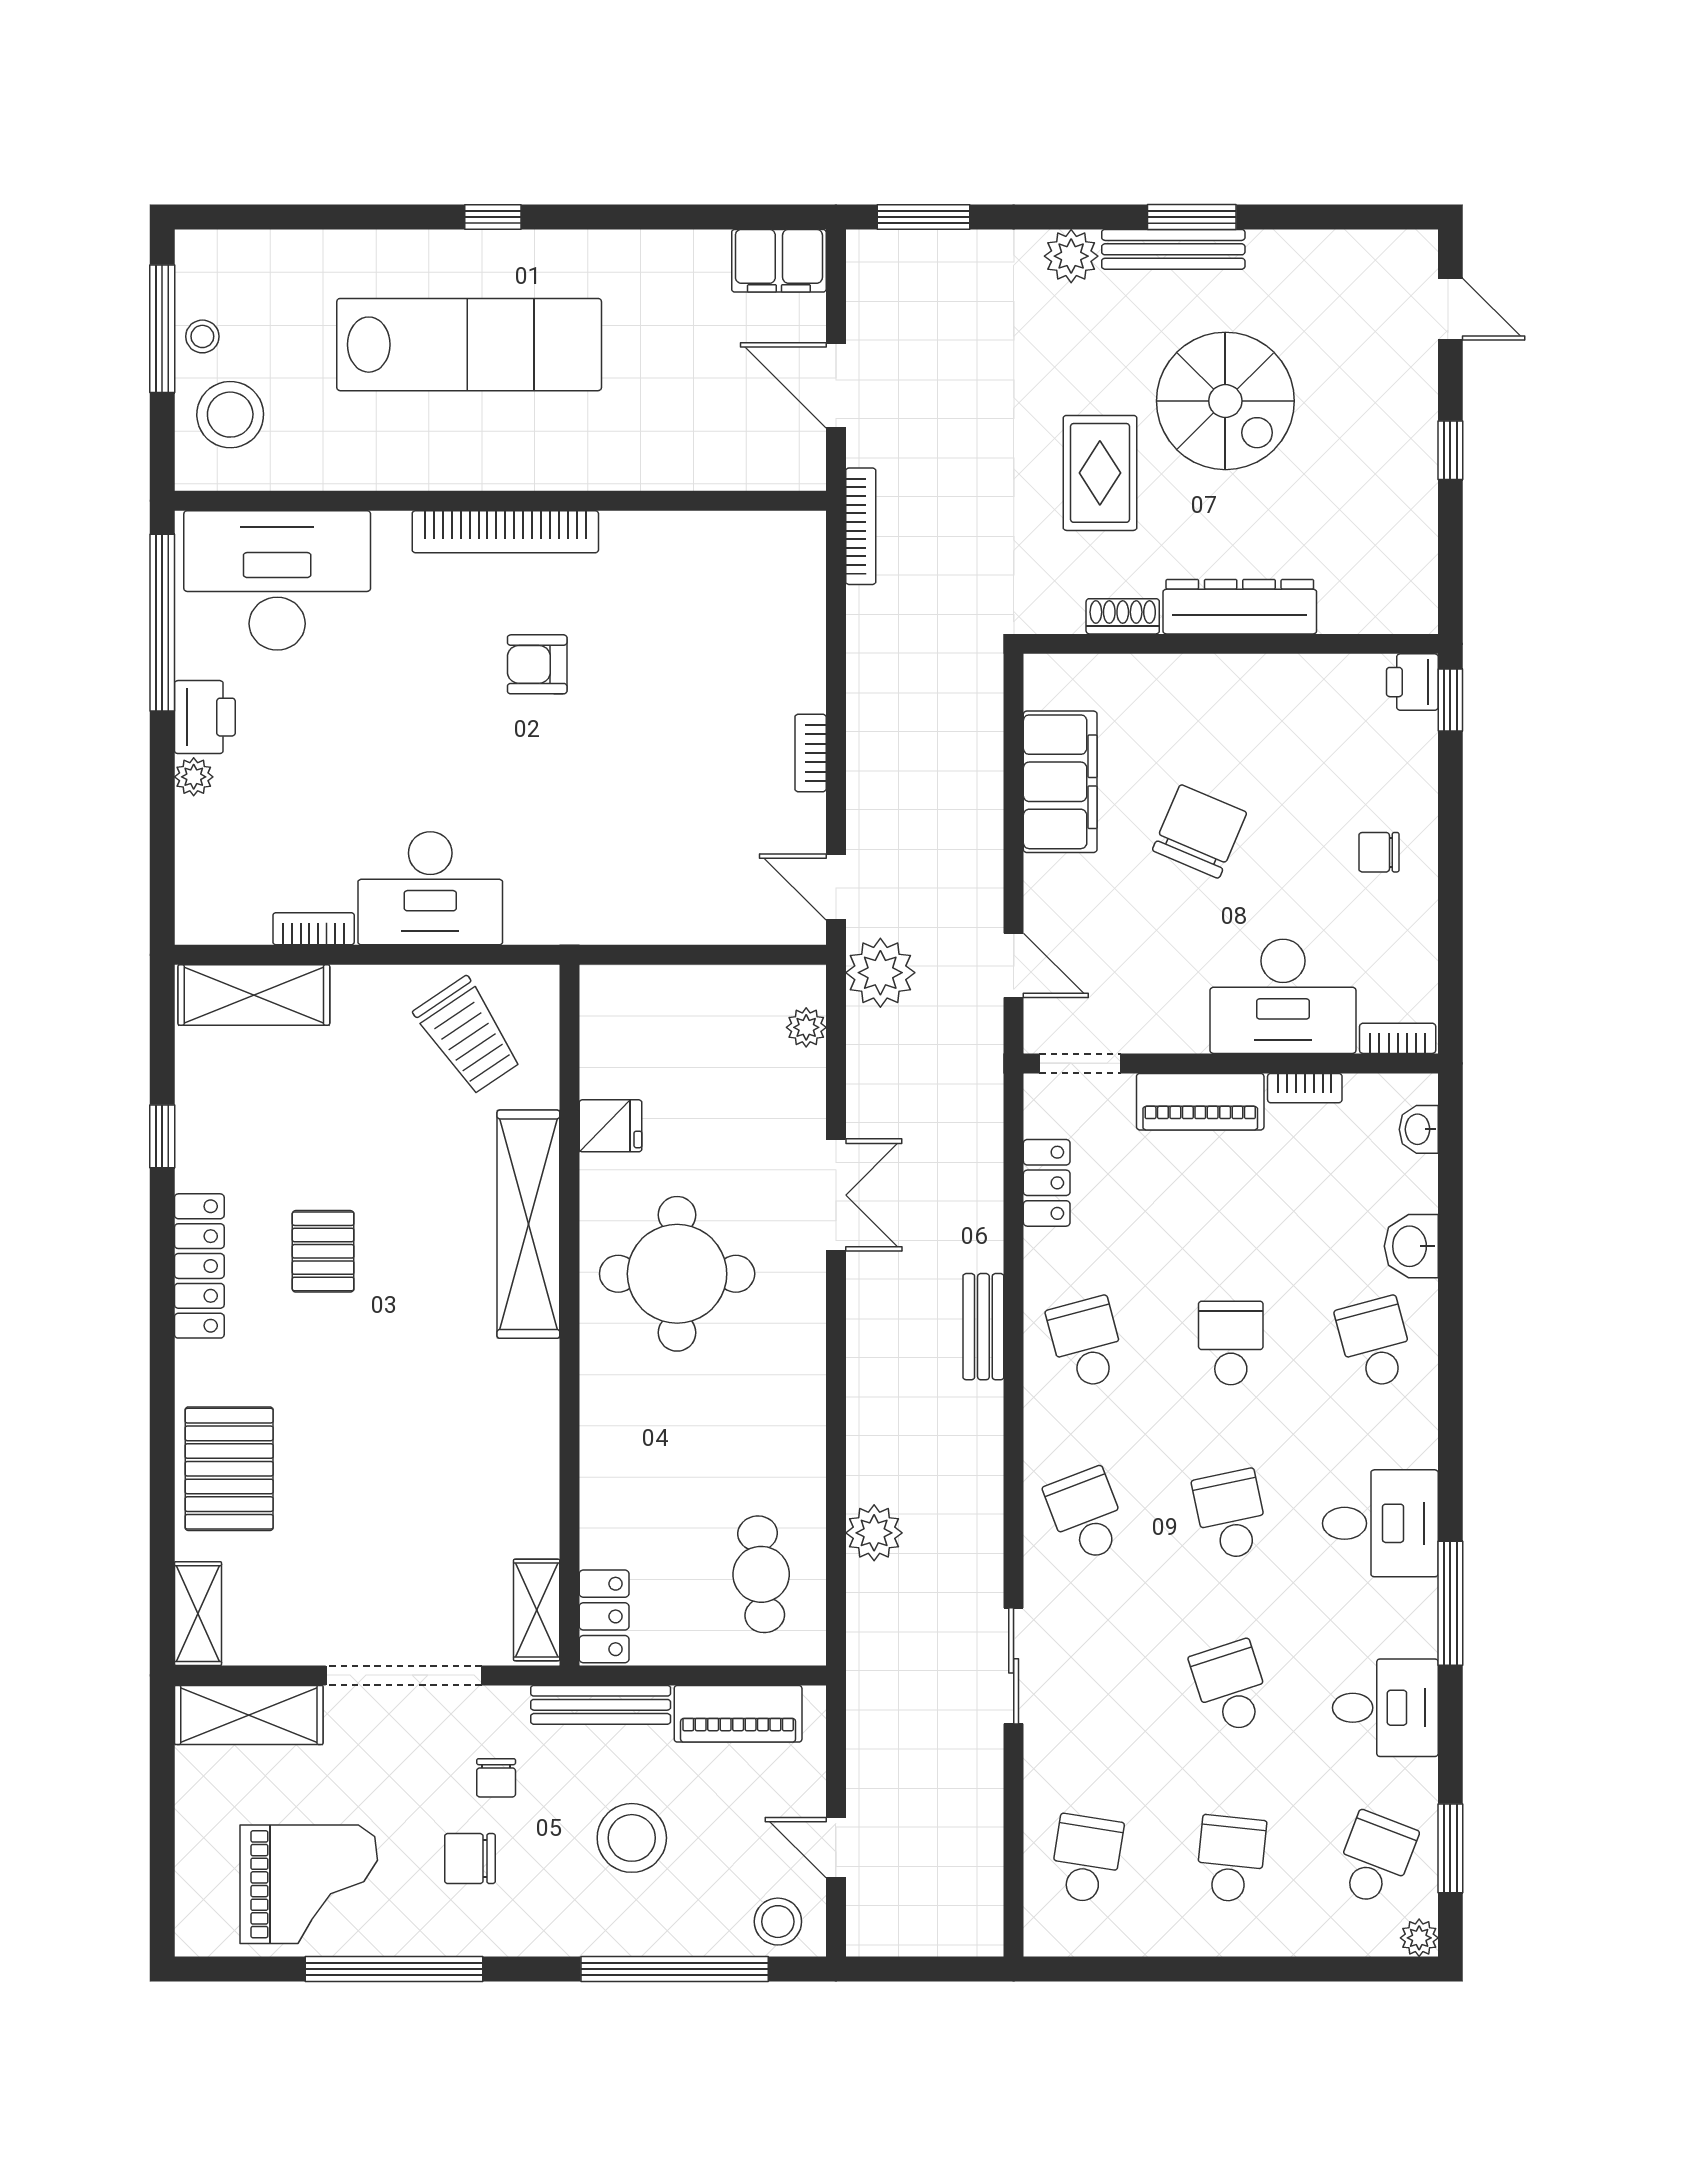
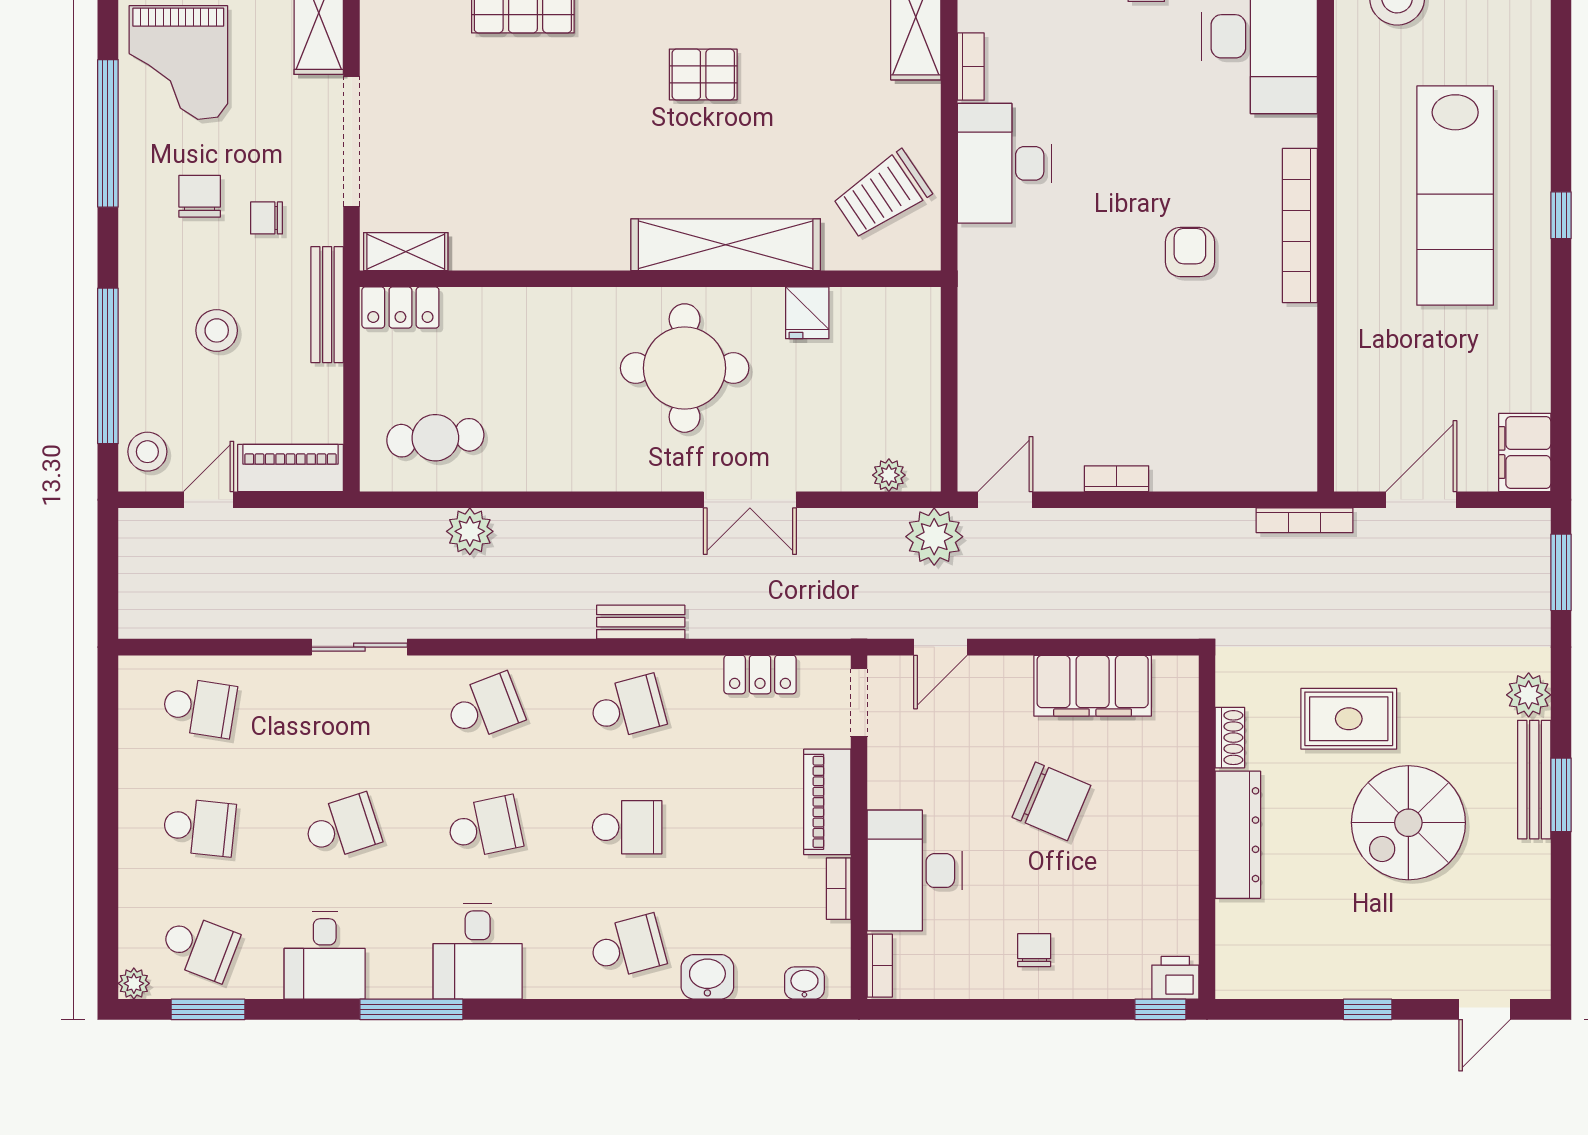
piano: (738, 1714) -> (290, 468), moved, turned 90
stool: (632, 1838) -> (217, 330), width x0.73, depth x0.73

